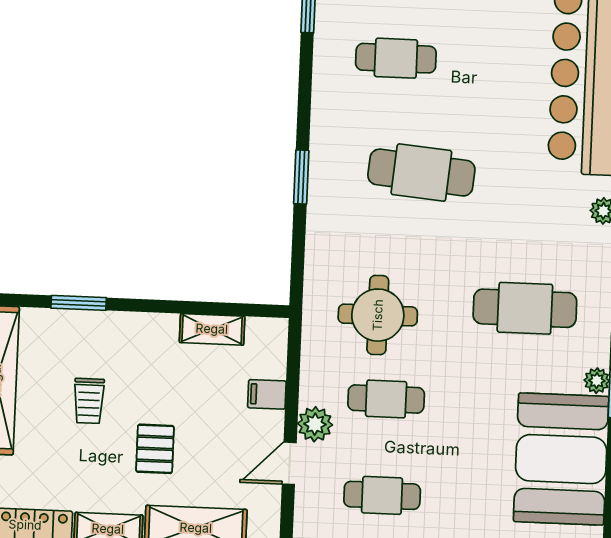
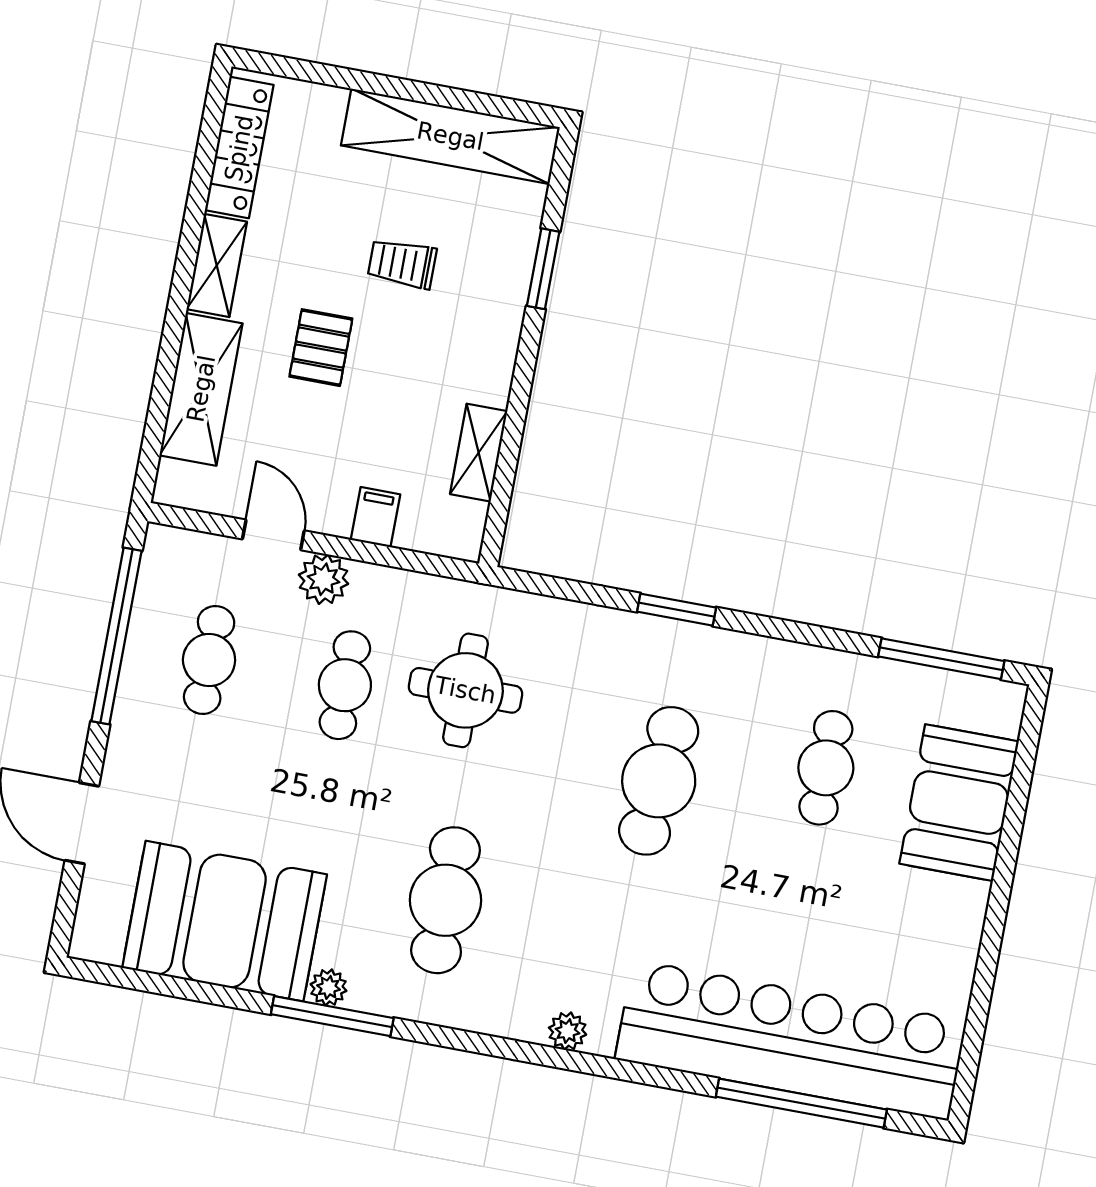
pallet: (155, 449) -> (321, 348), turned 90

